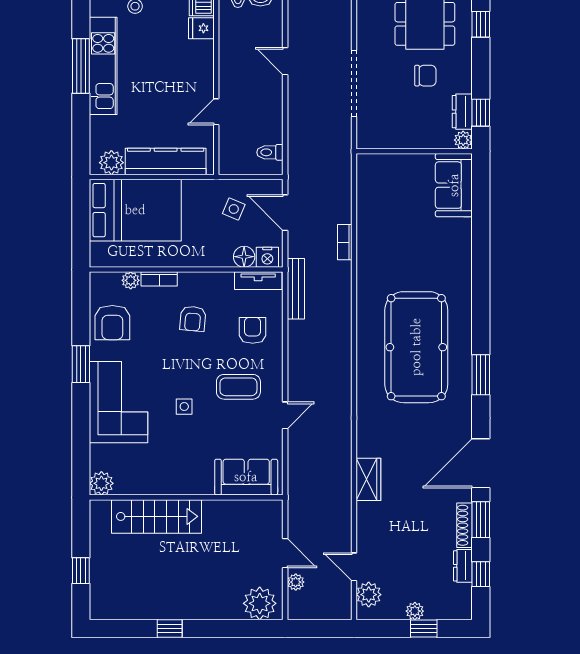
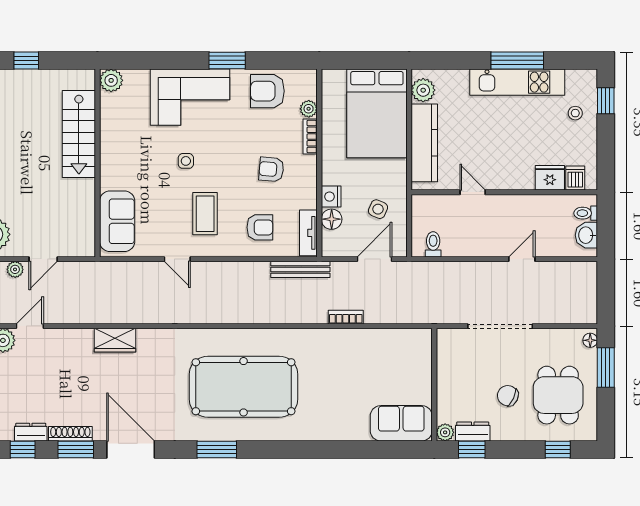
fridge: (201, 28) -> (550, 178), width x1.38
chair: (425, 76) -> (508, 396), turned 115
nightstand: (267, 257) -> (331, 197), moved

